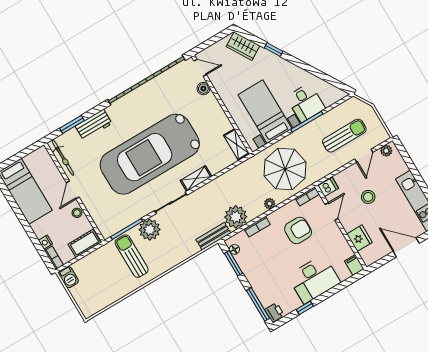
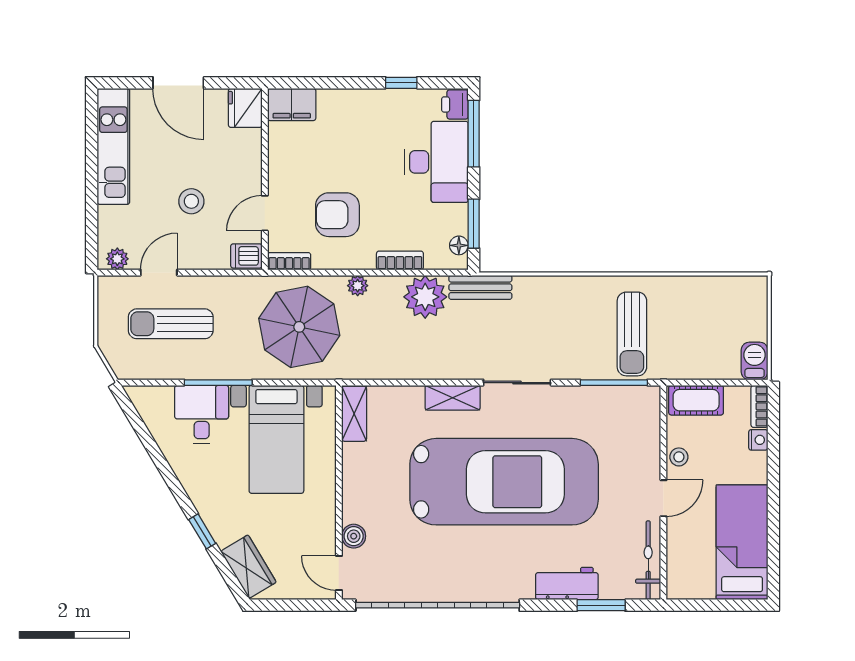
plant: (150, 230) -> (577, 360), removed
fridge: (360, 238) -> (245, 108), moved
filing cabinet: (354, 265) -> (292, 104), width x2.00
desk: (314, 279) -> (436, 162), moved, turned 90

